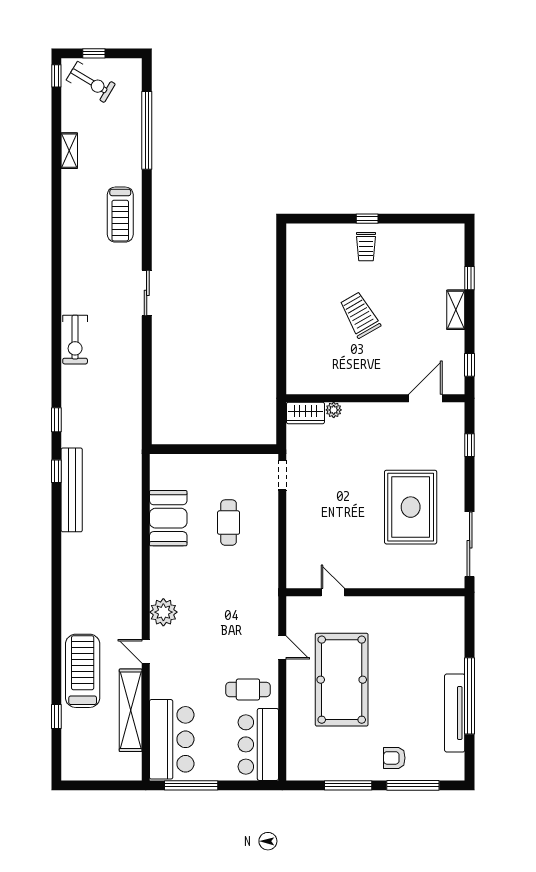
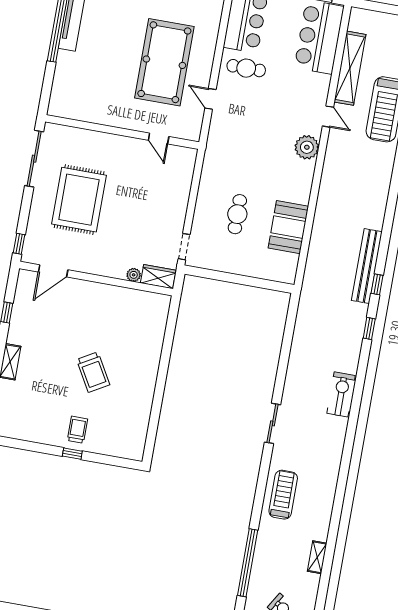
wall: (375, 398) -> (96, 279), moved
door: (425, 398) -> (53, 271), moved
plant: (334, 410) -> (134, 275), moved
wardrobe: (305, 413) -> (158, 277), moved

